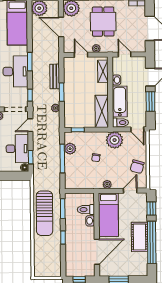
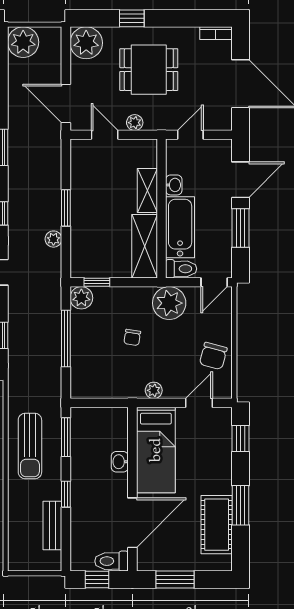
dining table: (103, 22) -> (149, 70), turned 90
door: (61, 27) -> (66, 104), moved
door: (125, 54) -> (190, 135), hinge flipped
shelving: (103, 71) -> (147, 190), moved
bench: (55, 76) -> (52, 525), moved
door: (137, 129) -> (214, 282), hinge flipped
plant: (70, 149) -> (81, 298), moved
toilet: (86, 210) -> (112, 561), moved
sun lounger: (45, 213) -> (30, 446), width x0.73, depth x0.75
cot: (139, 237) -> (217, 525), moved
window: (152, 242) -> (240, 505), width x0.47

